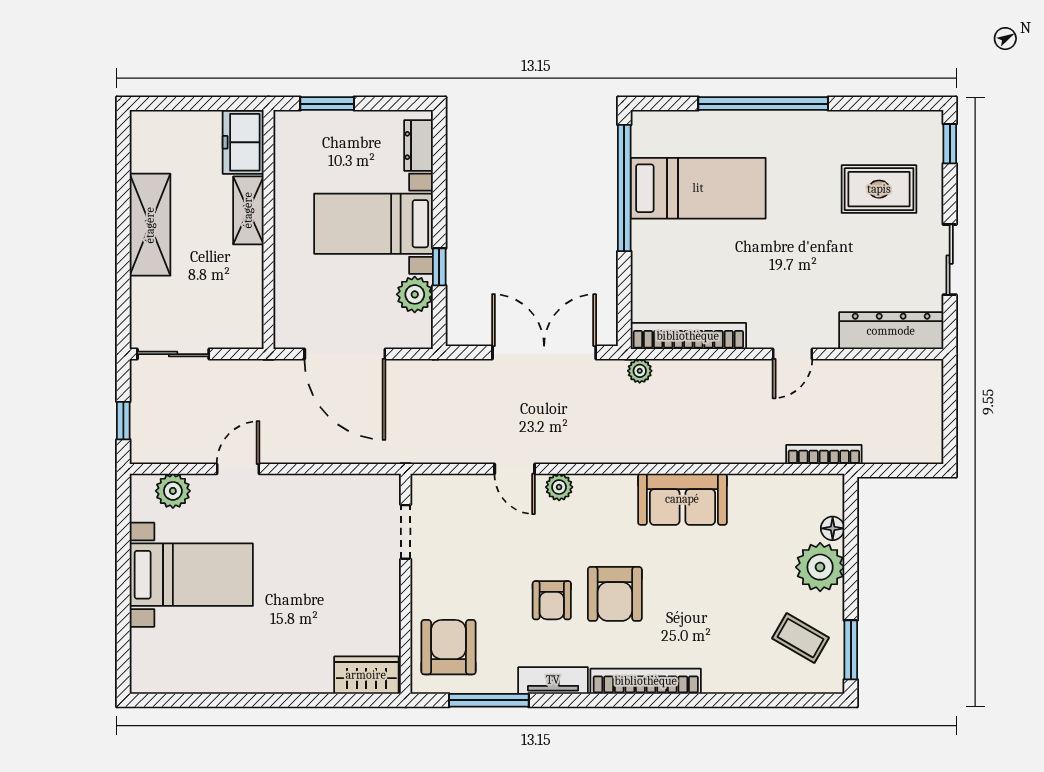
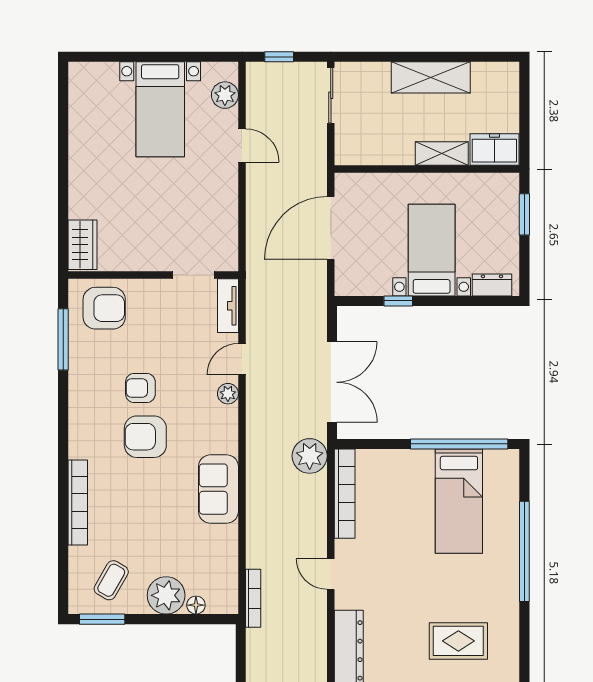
rug: (879, 189) -> (458, 641), turned 90
plant: (415, 294) -> (377, 282), removed
plant: (640, 371) -> (310, 456), width x1.88, depth x1.88
tv unit: (553, 680) -> (228, 306), moved, turned 180
bookcase: (646, 681) -> (78, 503), moved

